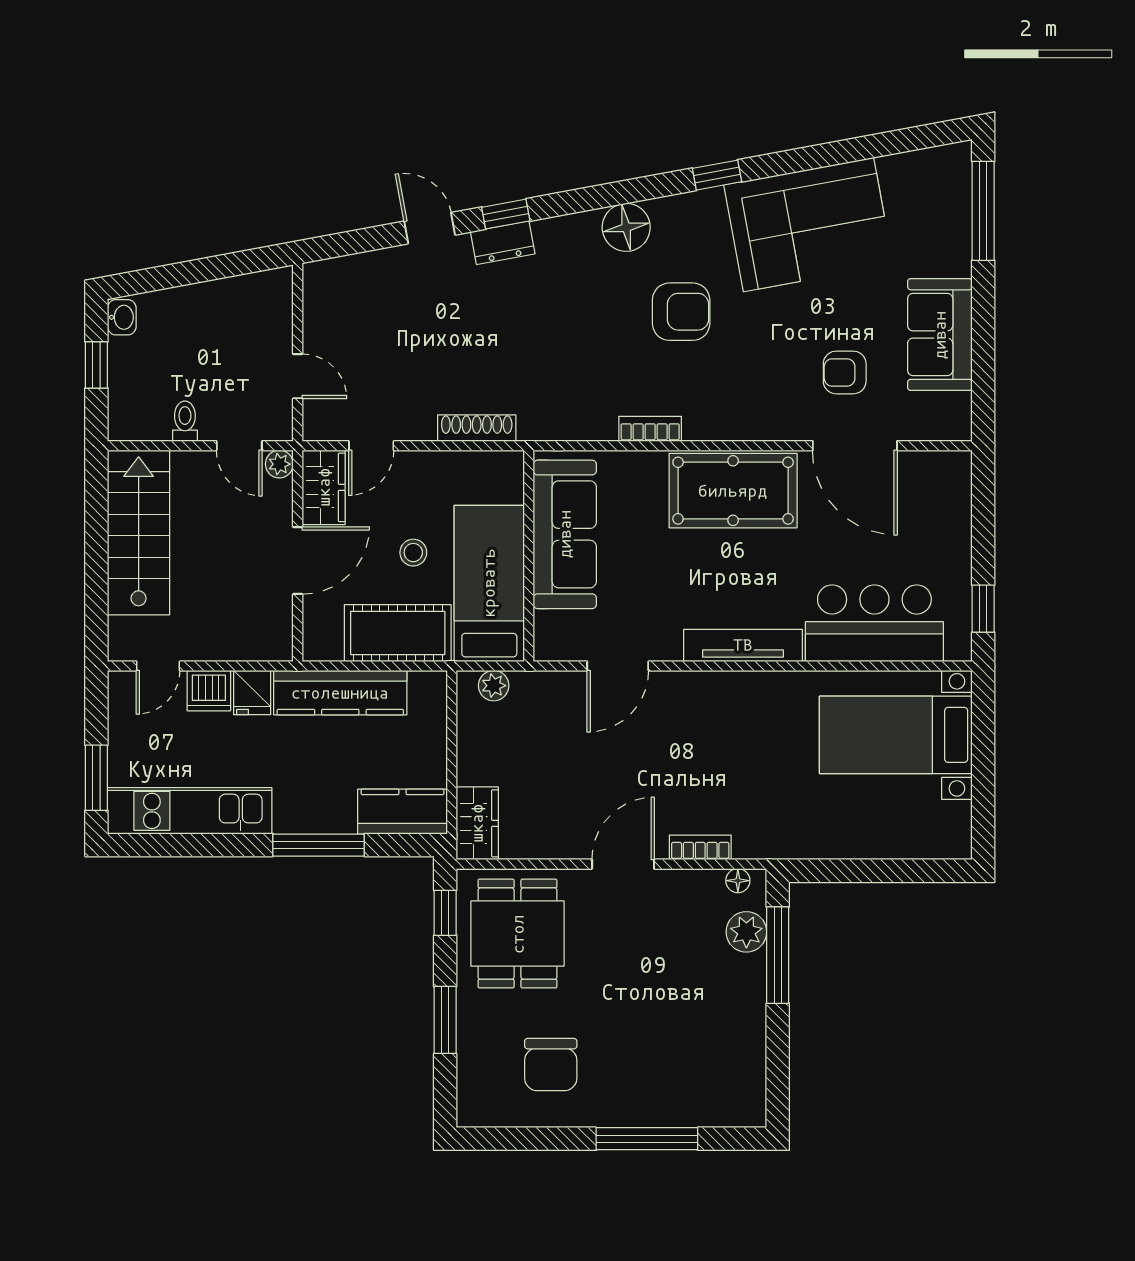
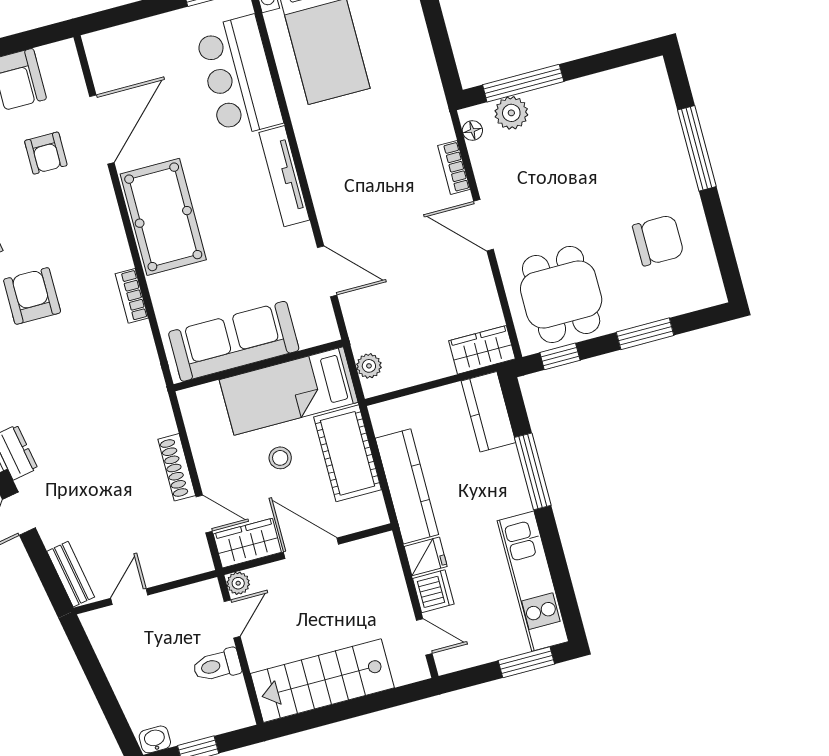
bench: (342, 270) -> (71, 574), added
door: (298, 376) -> (129, 597), moved
toilet: (185, 421) -> (217, 665), width x1.37, depth x1.39
shoe rack: (477, 428) -> (177, 467), moved
dining table: (518, 934) -> (561, 294), turned 90

